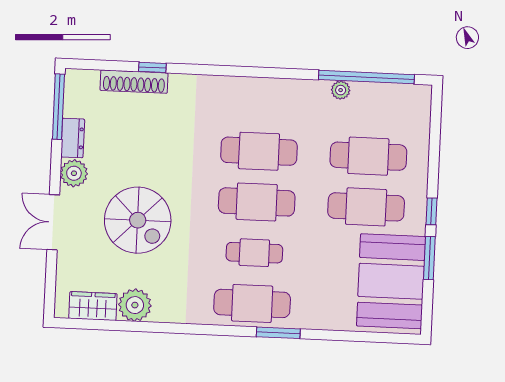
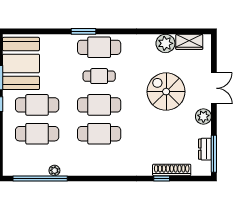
dresser: (73, 138) -> (205, 149), moved

